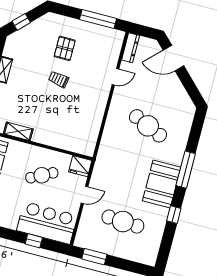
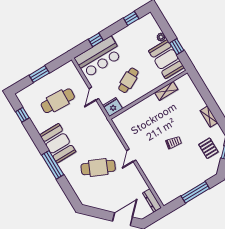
window: (98, 19) -> (195, 192), moved
pallet: (65, 48) -> (208, 148), moved
door: (116, 77) -> (131, 155), moved
window: (174, 215) -> (22, 115), moved
window: (94, 257) -> (39, 74), moved

